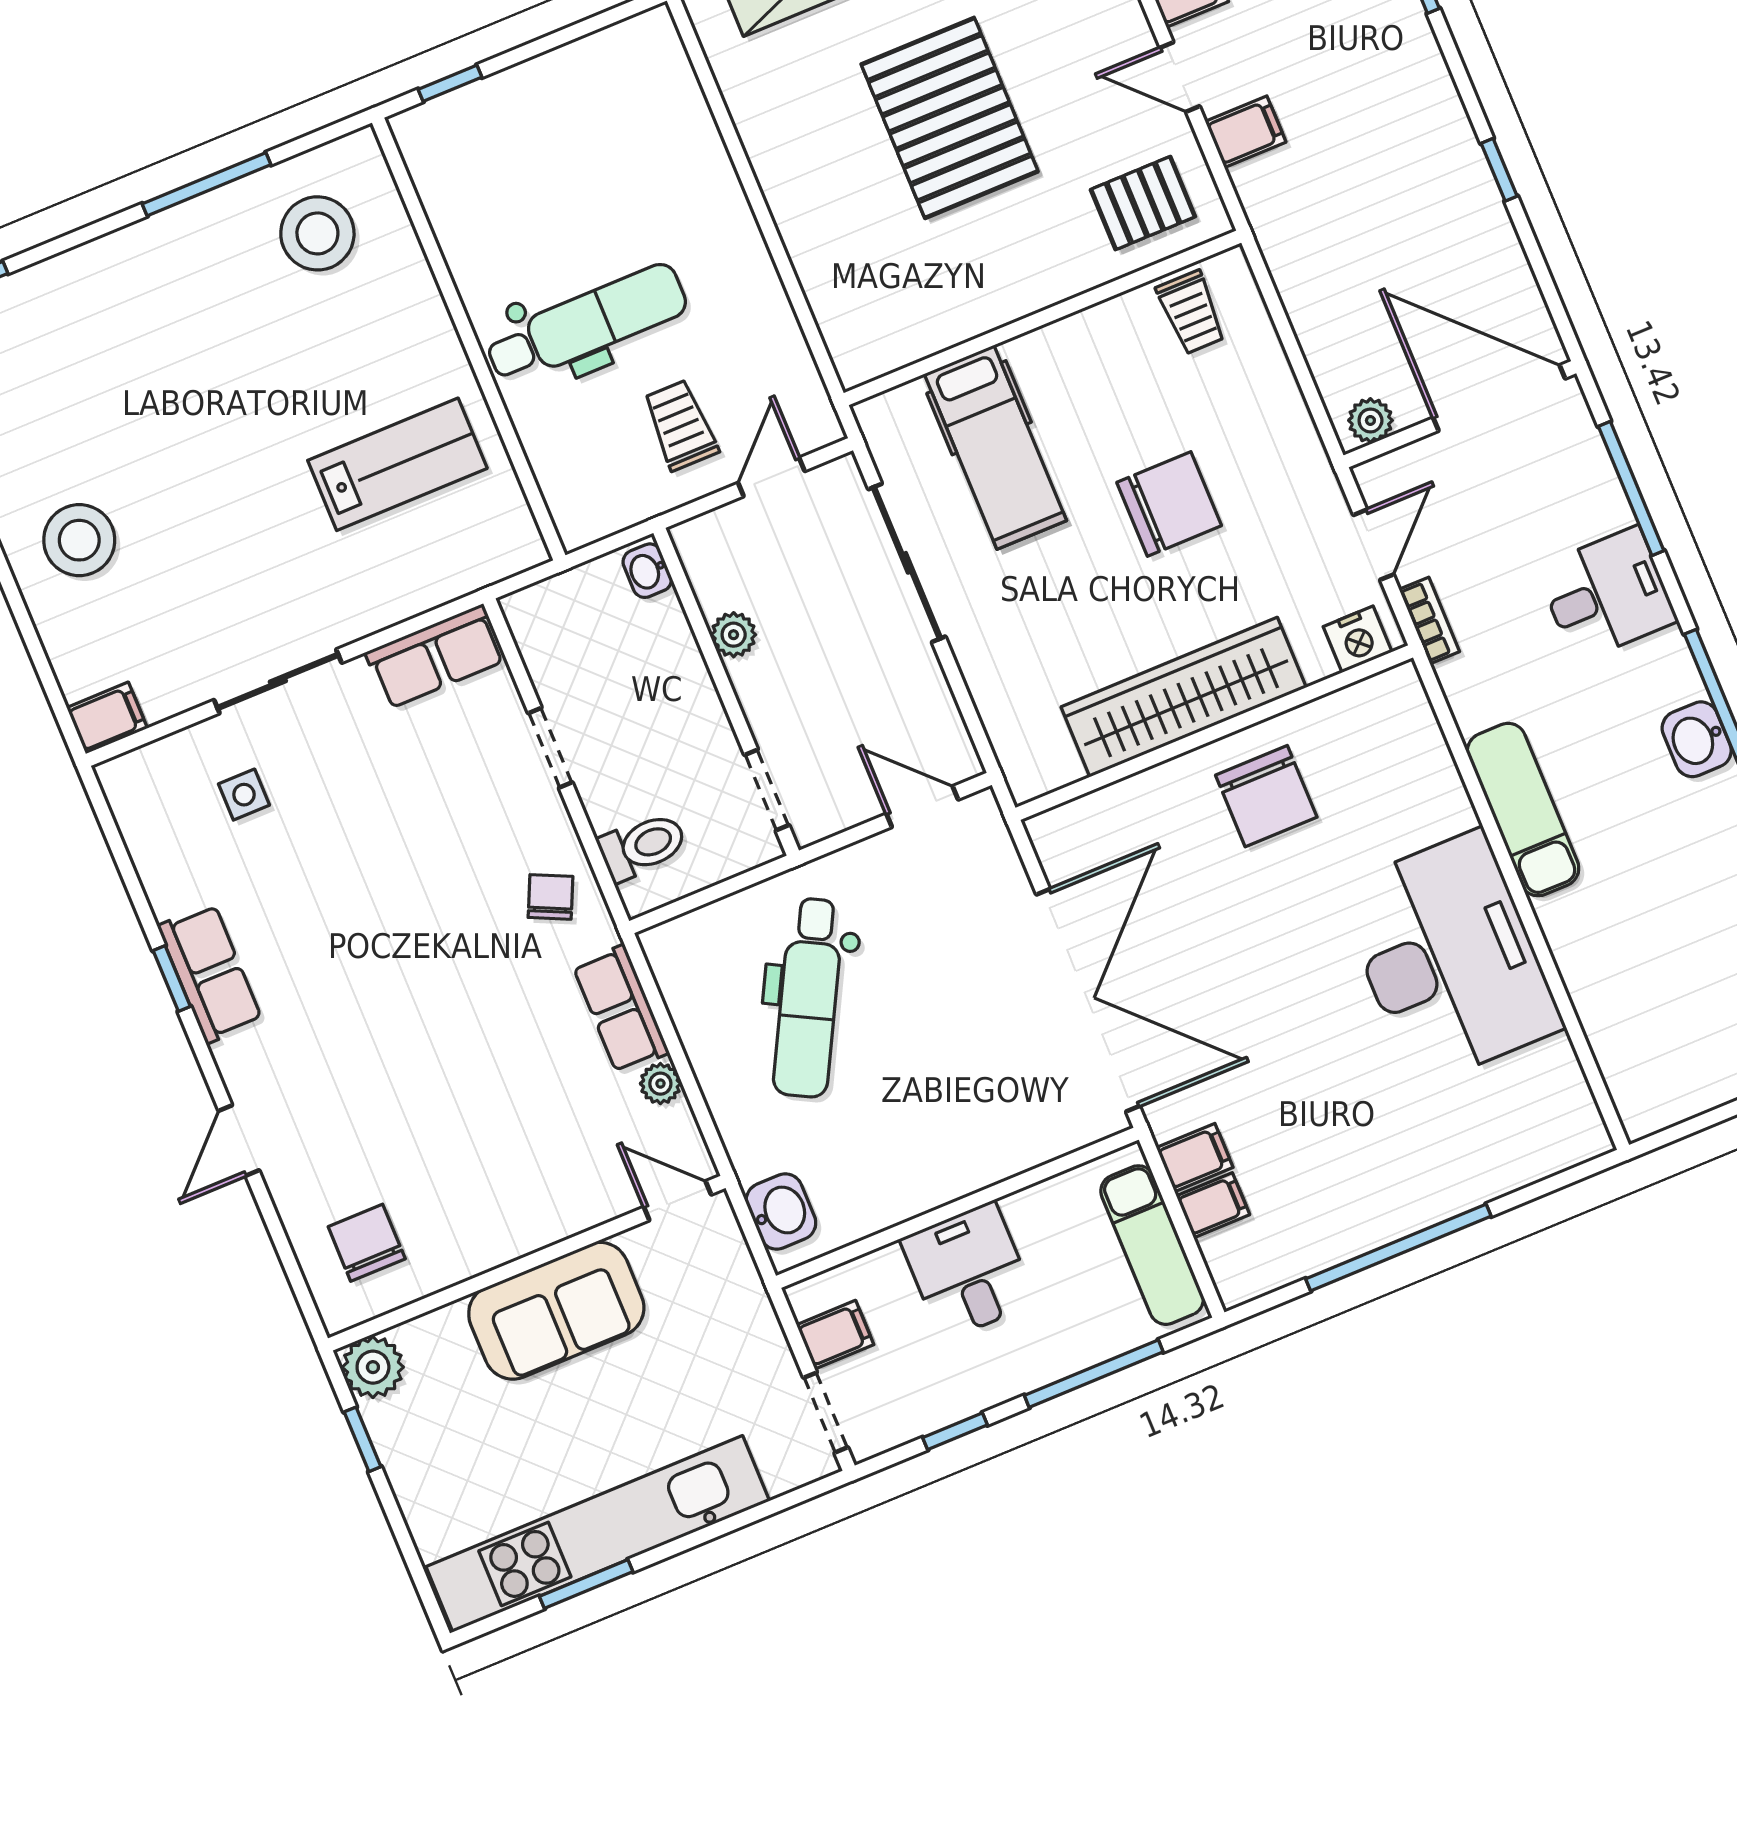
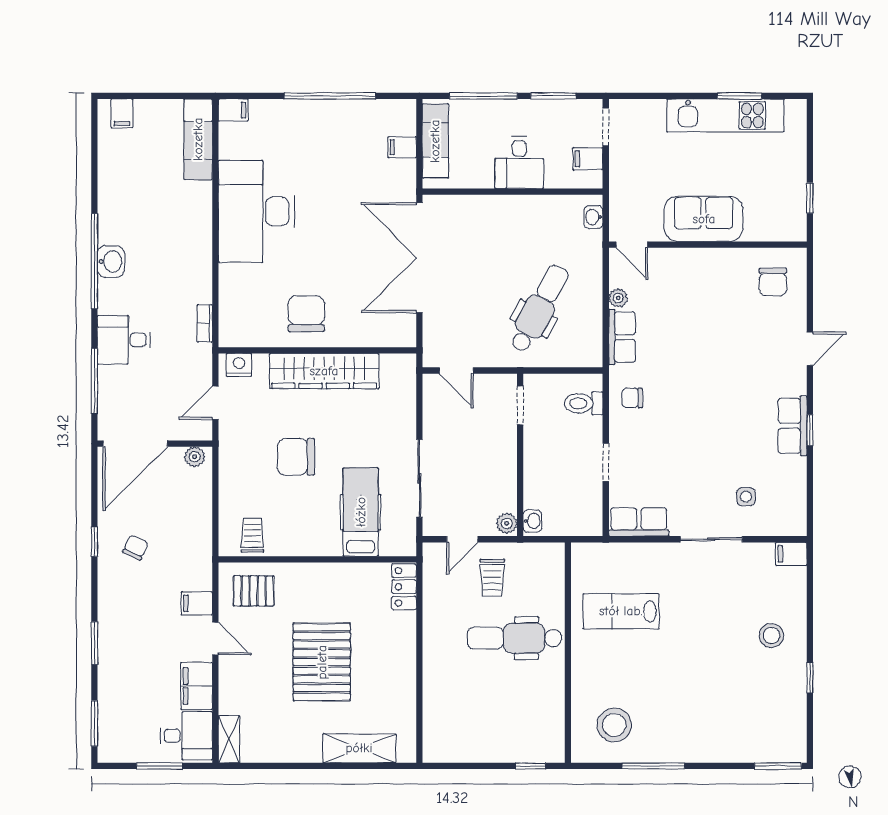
chair: (1413, 192) -> (135, 547), added
locker: (848, 335) -> (404, 587), added
door: (1499, 398) -> (135, 444), hinge flipped
stool: (79, 540) -> (771, 635), width x0.73, depth x0.73
bookcase: (1429, 620) -> (205, 323), moved
plant: (734, 635) -> (507, 523), moved
exam couch: (1523, 810) -> (198, 139), moved
chair: (551, 897) -> (632, 398), turned 65
filing cabinet: (1195, 1158) -> (233, 110), moved, turned 180
washbasin: (781, 1212) -> (593, 217), width x0.72, depth x0.69
plant: (373, 1367) -> (792, 227), removed
window: (955, 1431) -> (553, 96), width x1.50
kitchen unit: (598, 1534) -> (725, 115), width x0.73

